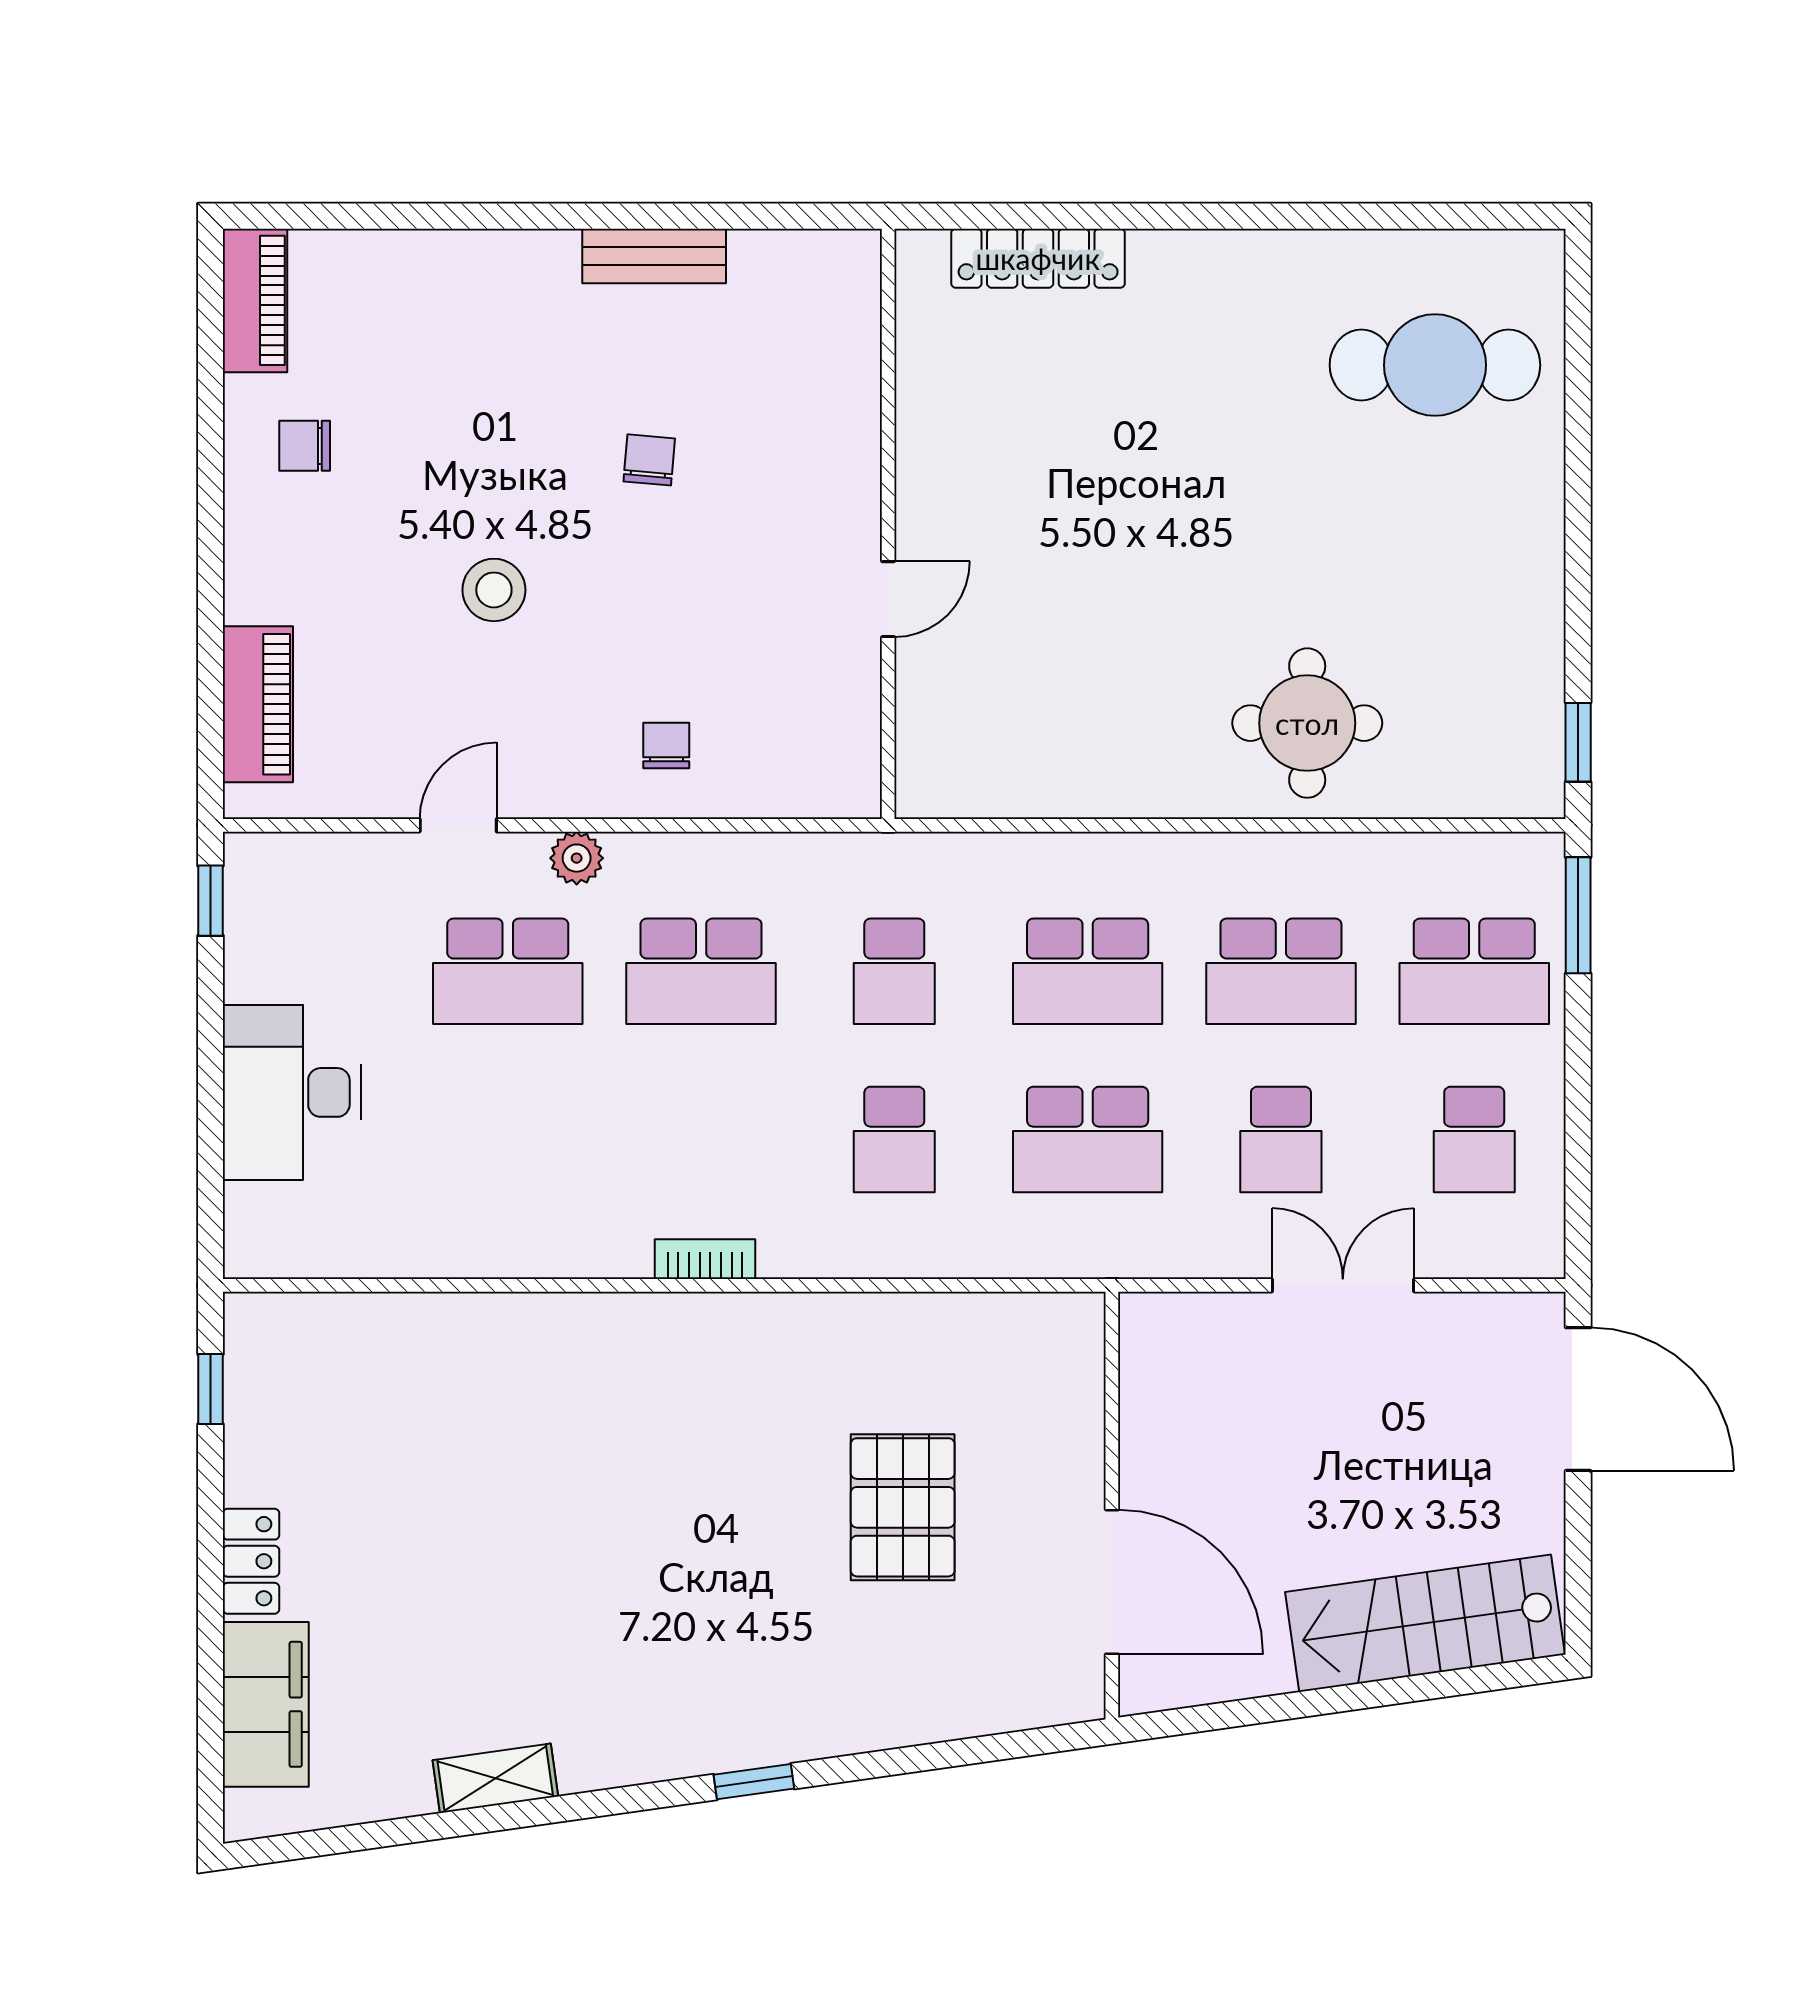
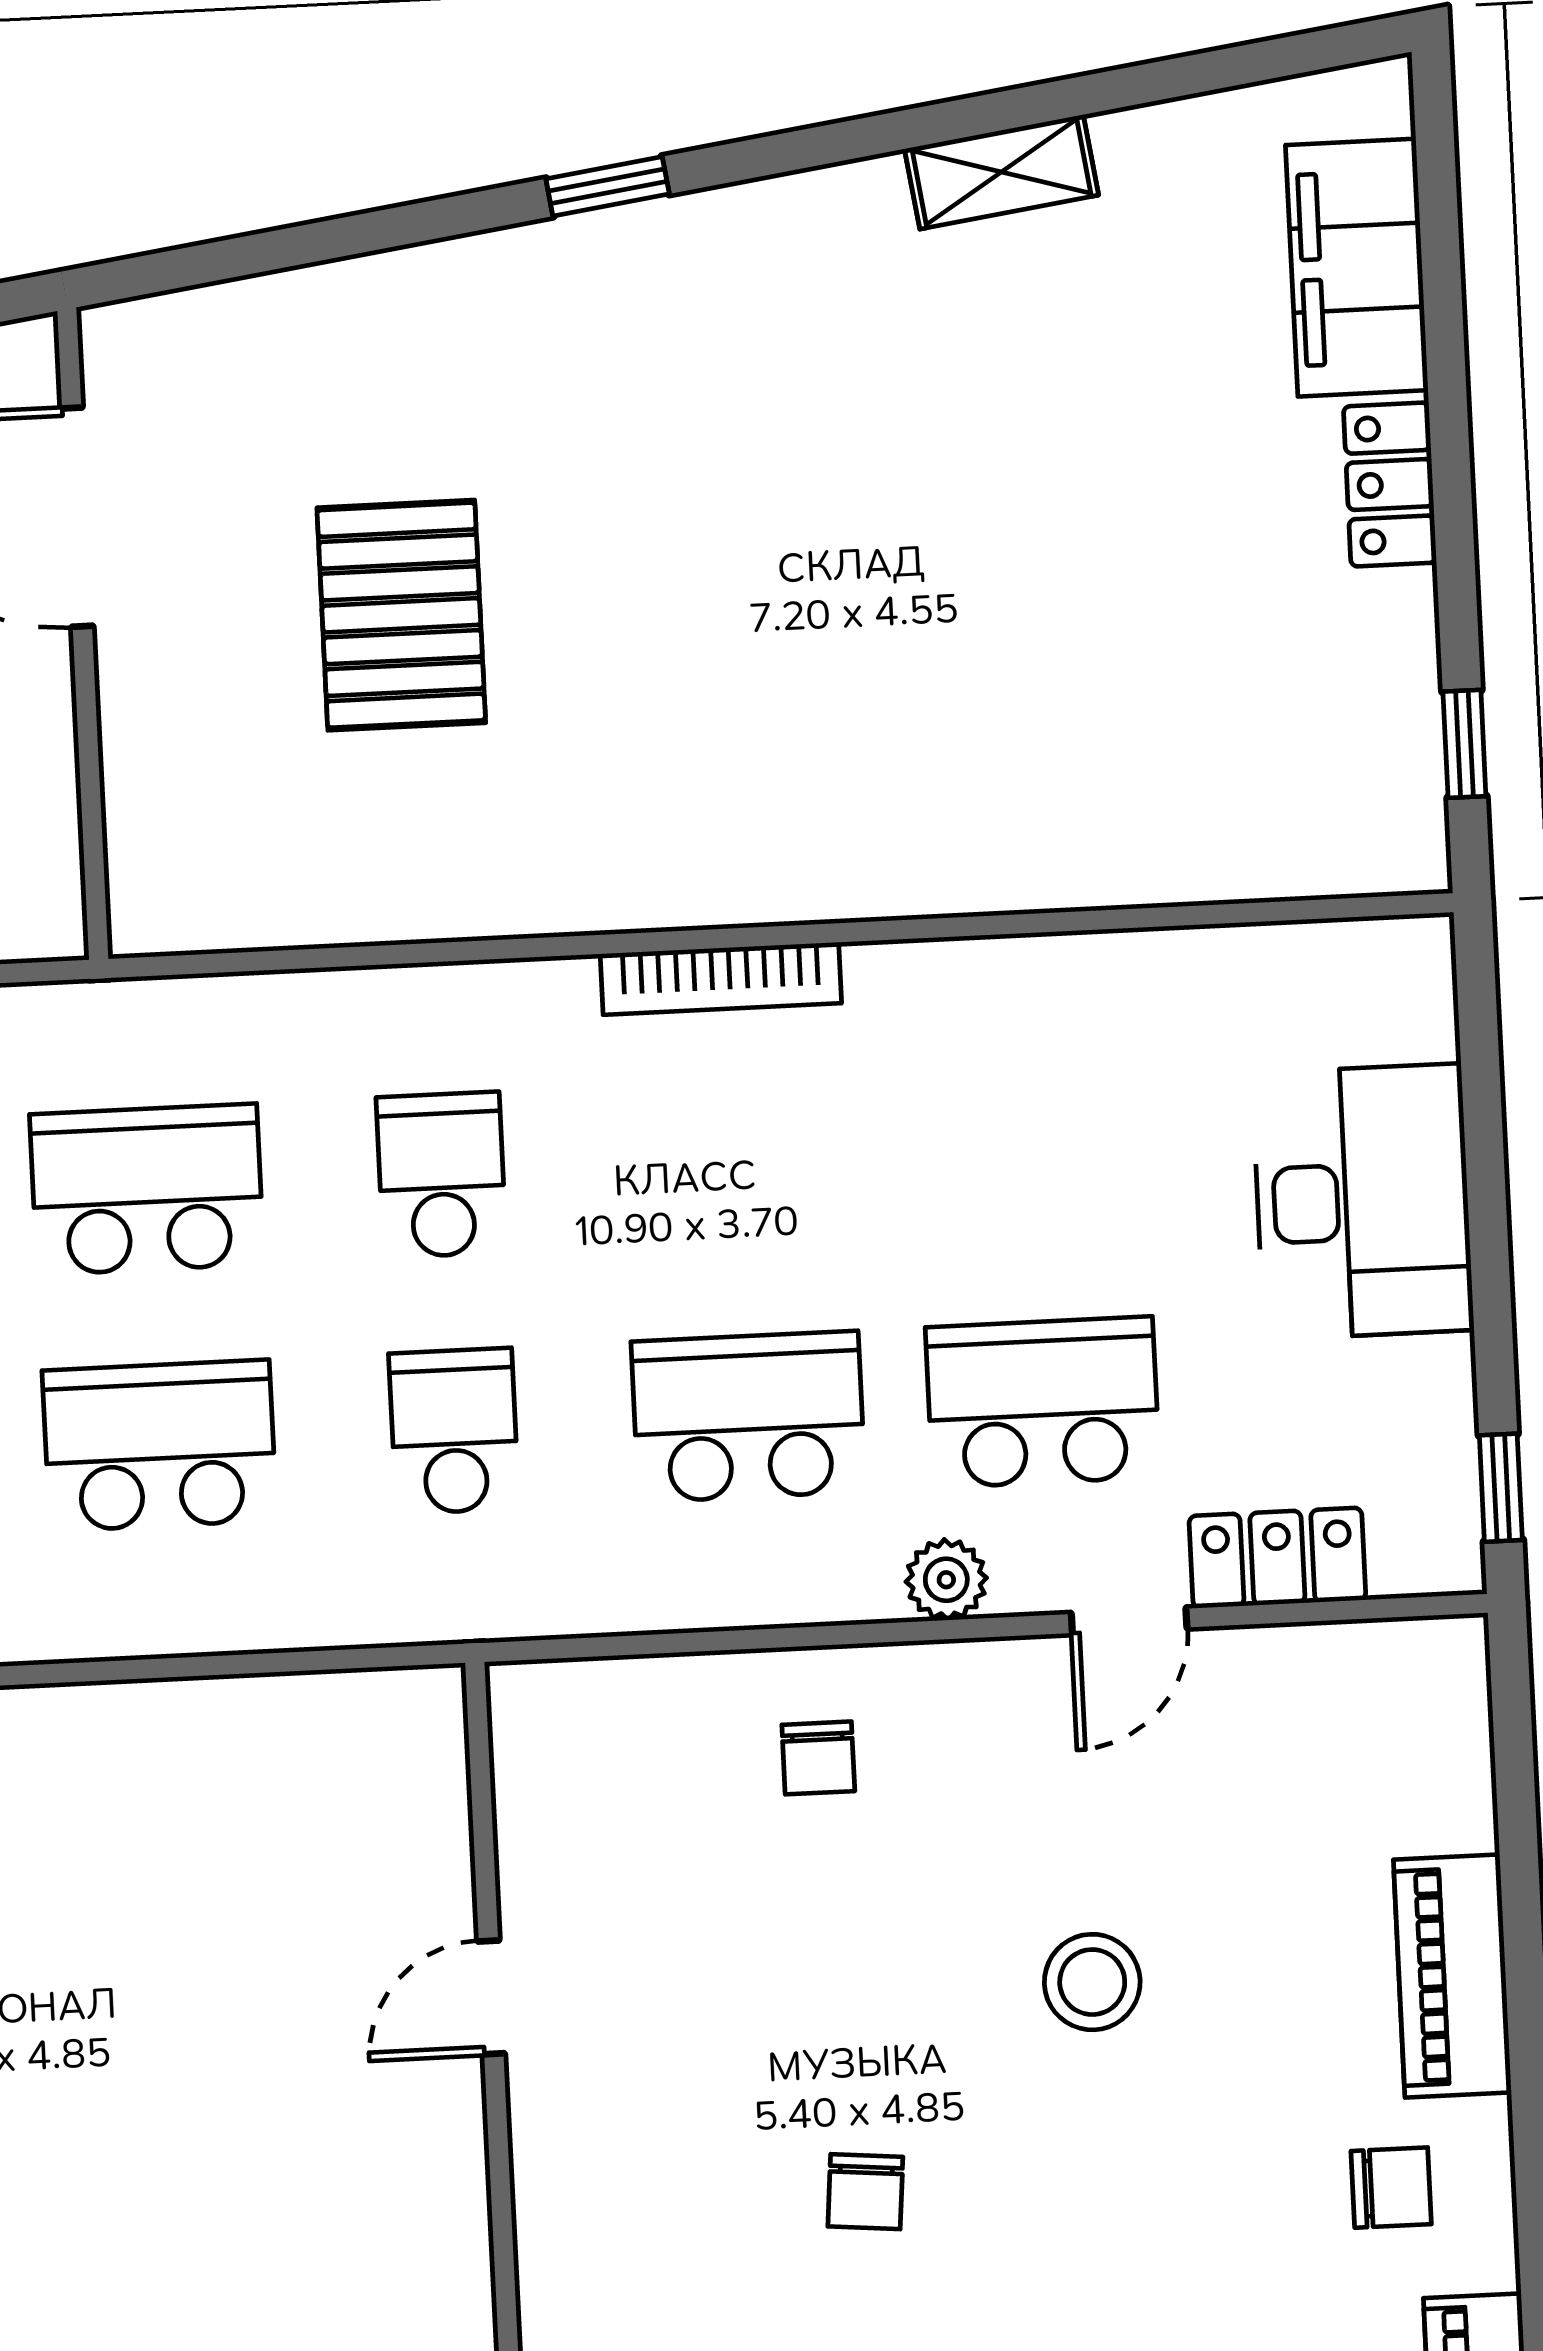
piano: (258, 704) -> (1452, 1976), moved
locker: (359, 862) -> (1277, 1558), added
bookcase: (705, 1259) -> (721, 979), width x1.56

